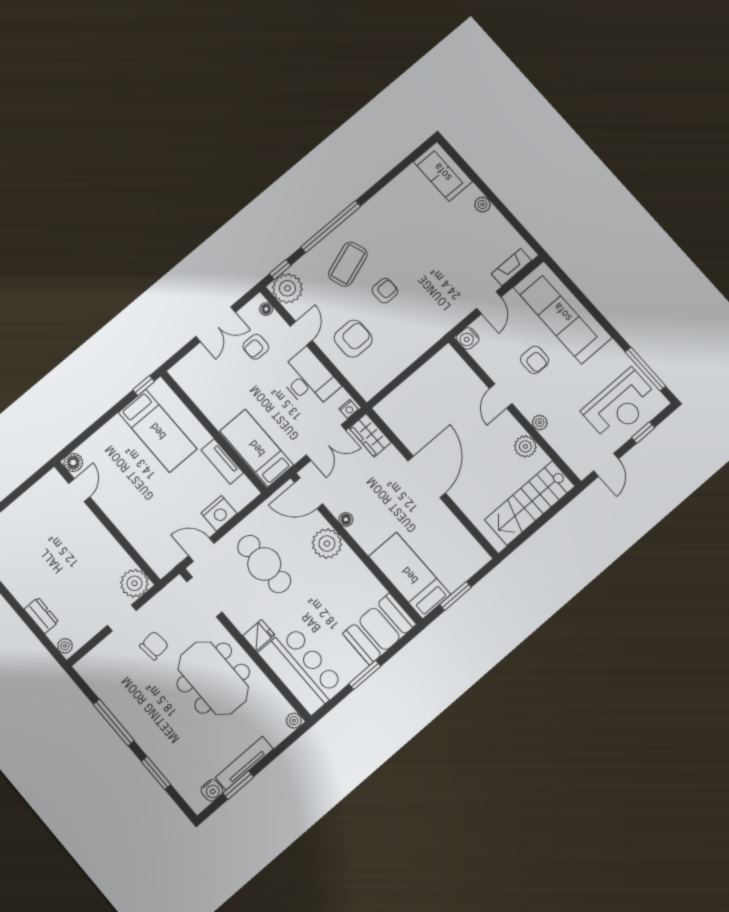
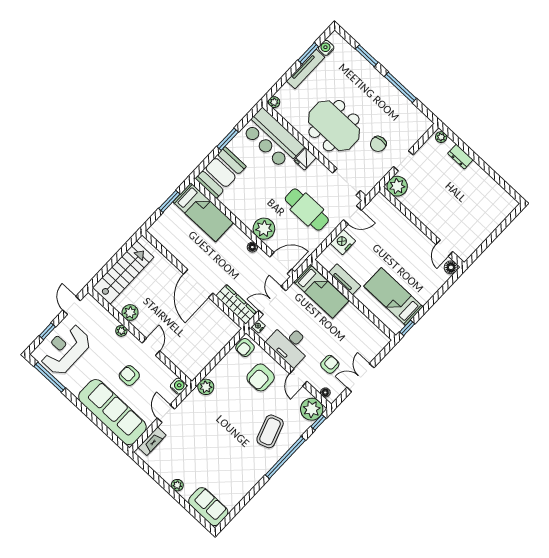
armchair: (385, 291) -> (245, 348), moved
plant: (430, 334) -> (206, 387), added
wardrobe: (370, 435) -> (236, 304), width x1.50

